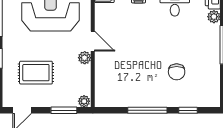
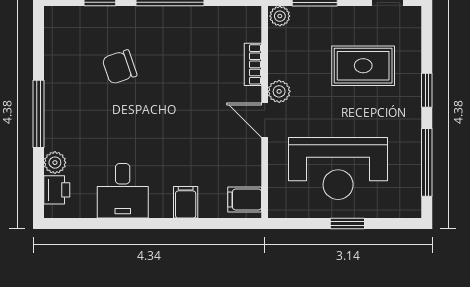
chair: (177, 72) -> (120, 67), turned -109
bookcase: (100, 73) -> (253, 64), added

